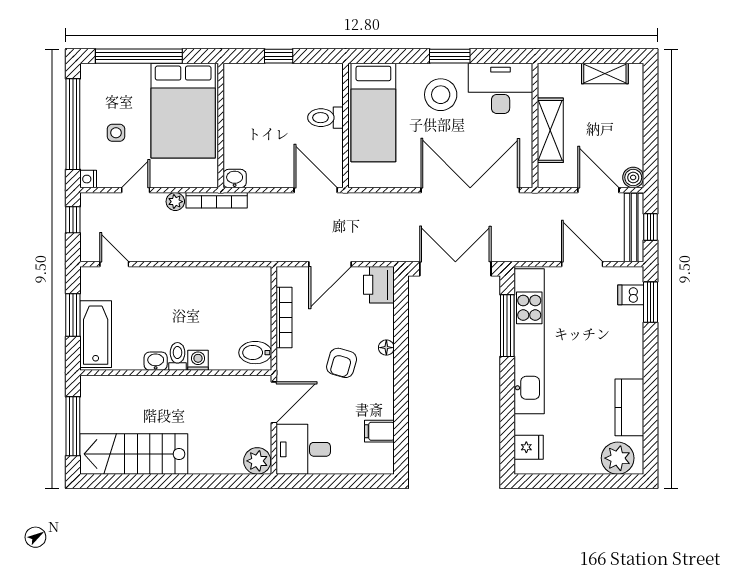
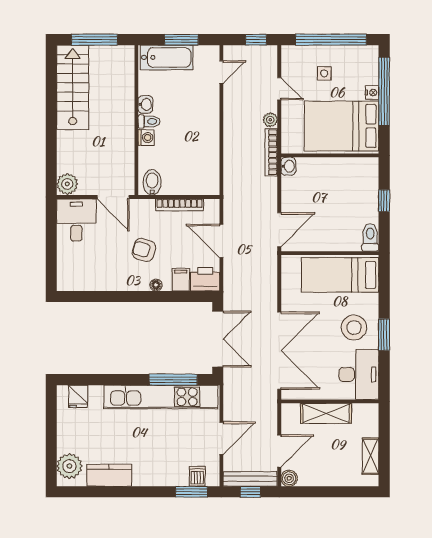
toilet: (325, 118) -> (370, 237), moved
nightstand: (88, 179) -> (372, 93), moved, turned 90
filing cabinet: (379, 431) -> (181, 280), moved

